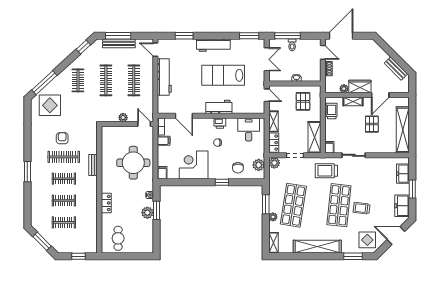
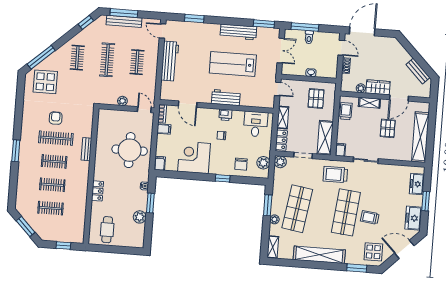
workbench: (213, 45) -> (238, 32), moved
clothes rail: (134, 80) -> (137, 62), width x0.73
plant: (147, 213) -> (140, 217), moved

